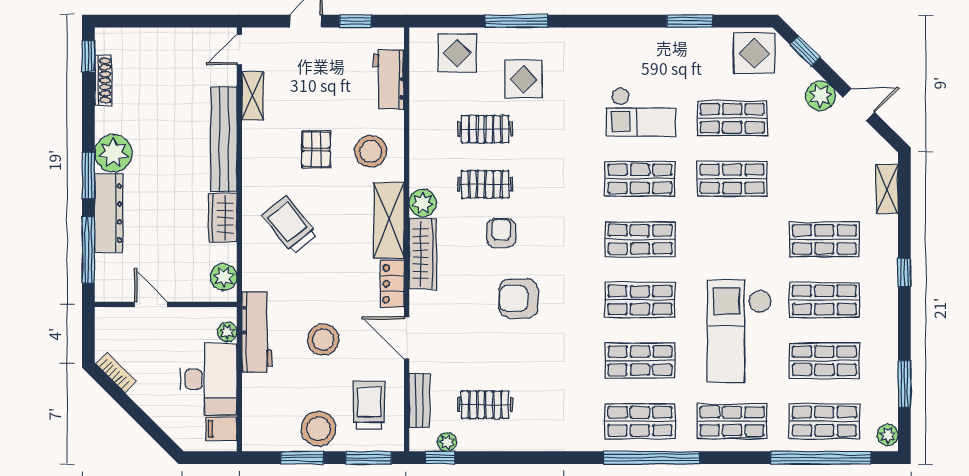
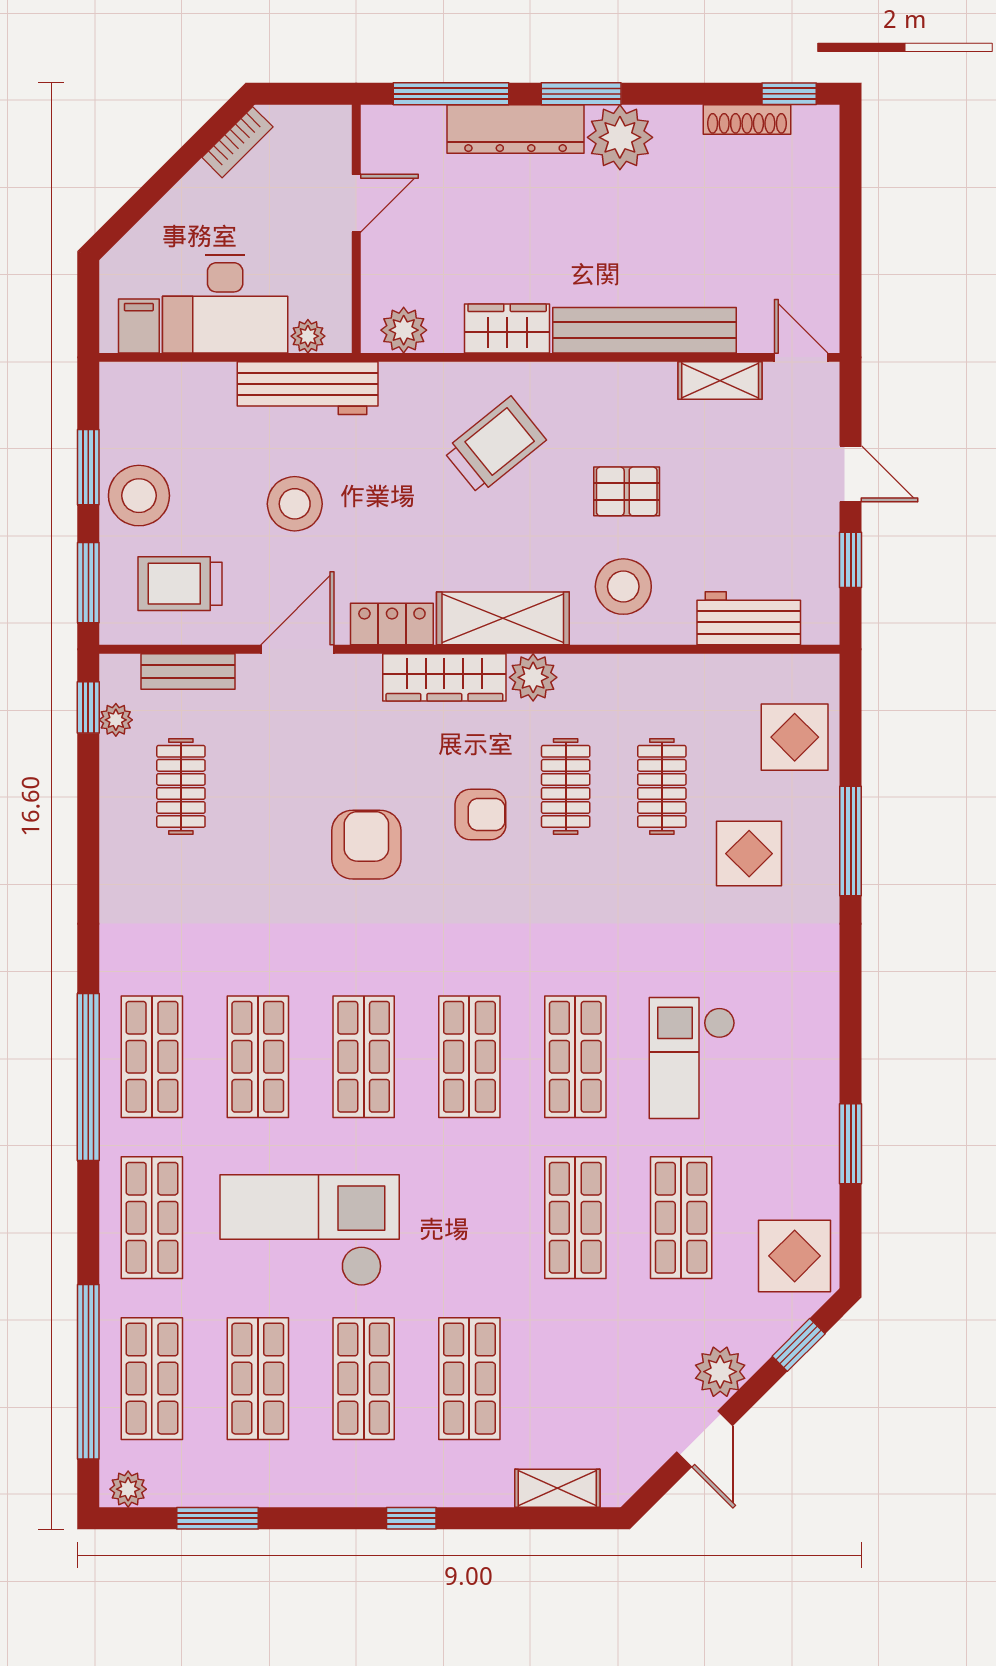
trolley: (369, 405) -> (180, 584), turned 180

